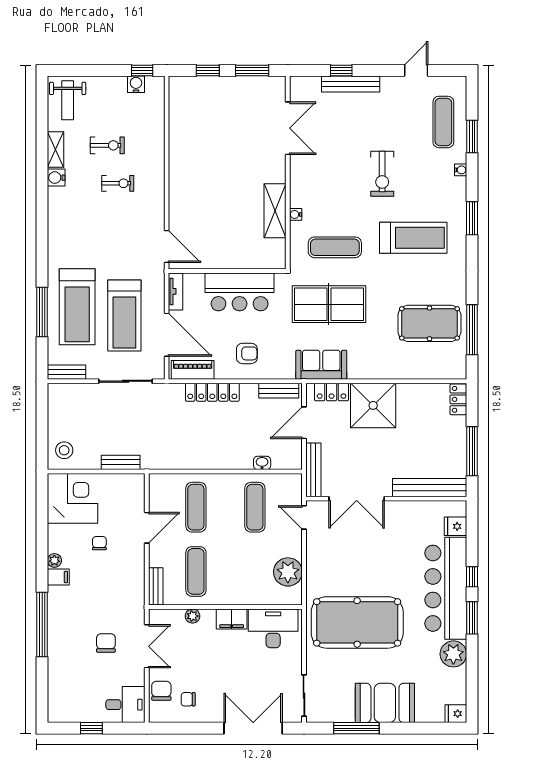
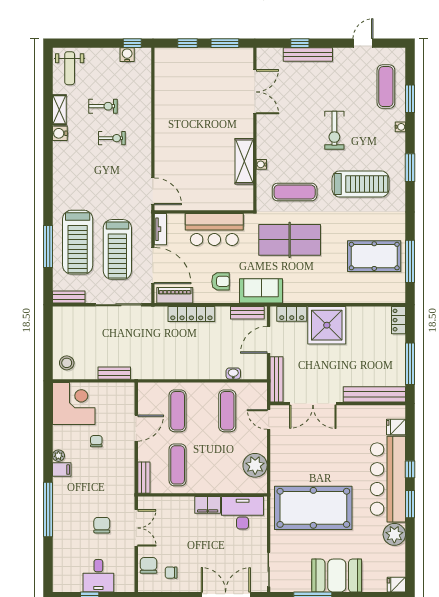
sofa: (321, 365) -> (261, 291), moved
plant: (193, 616) -> (175, 503), removed
desk: (125, 705) -> (98, 576), moved, turned 90

